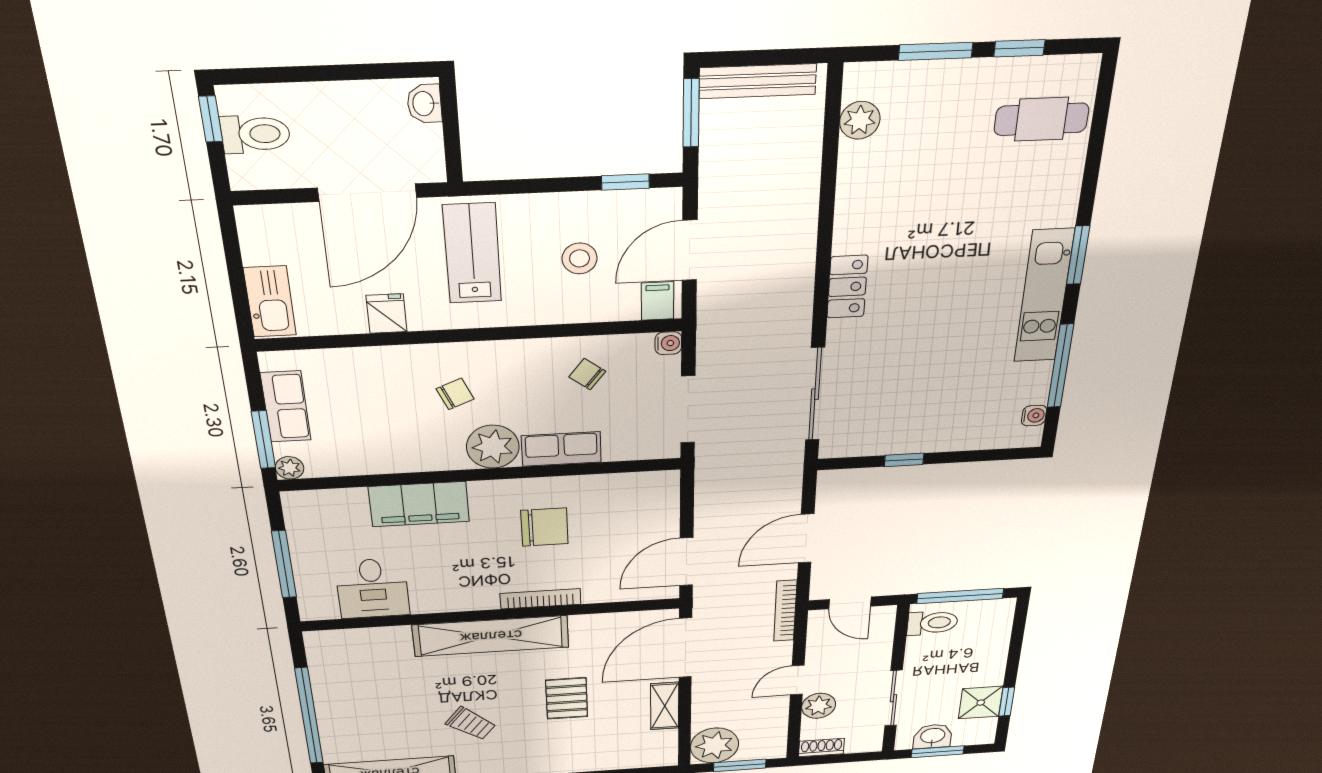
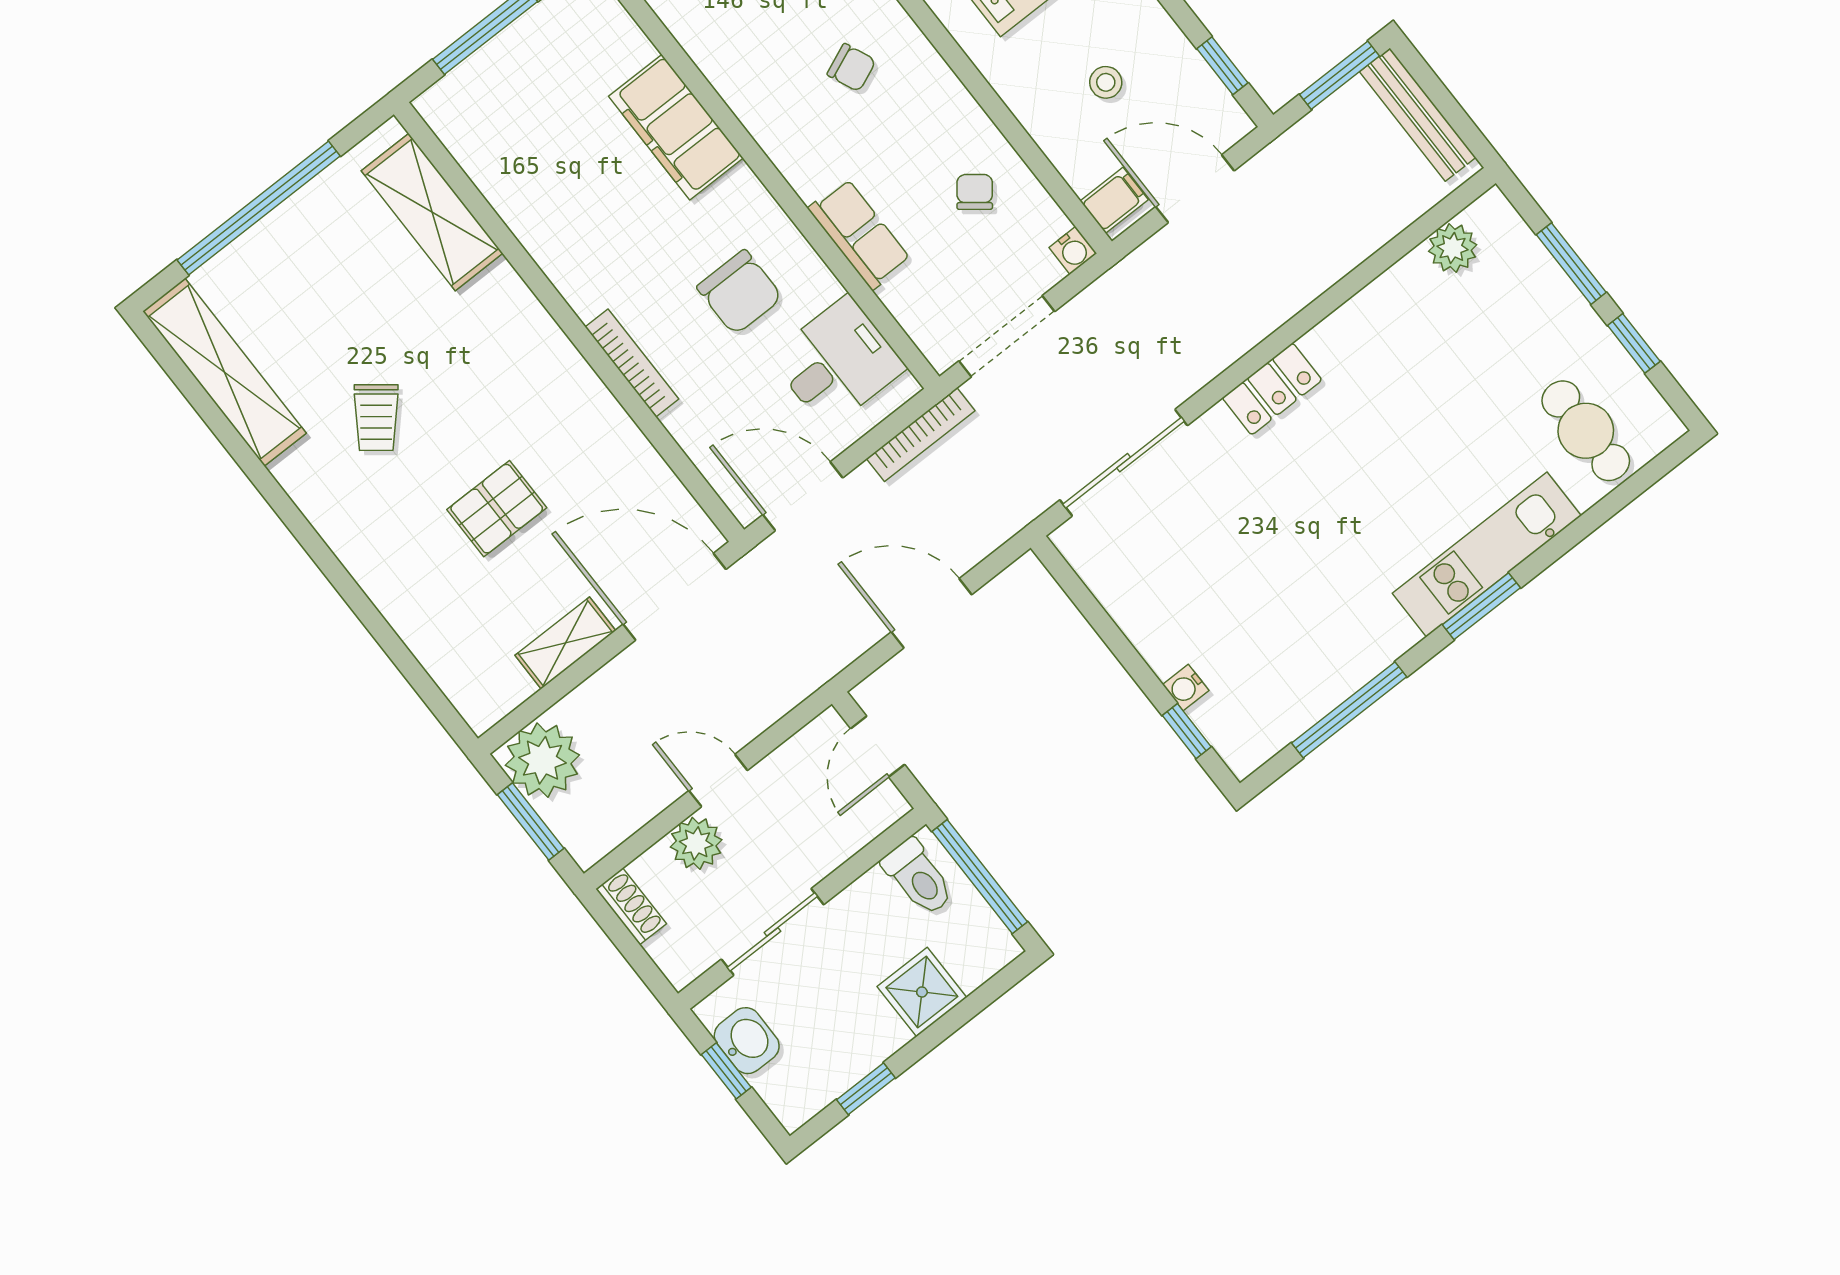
stool: (580, 258) -> (1106, 82), width x0.73, depth x0.73
kitchen unit: (1044, 296) -> (1487, 555), moved
water cooler: (1034, 415) -> (1186, 687), moved, turned 90
plant: (493, 447) -> (810, 156), removed
window: (904, 460) -> (1187, 731), moved
desk: (372, 588) -> (837, 362), moved, turned 180
bookcase: (785, 611) -> (921, 435), moved, turned 180
shelving: (491, 636) -> (432, 212), moved, width x0.68
shower: (981, 703) -> (922, 992), moved
window: (938, 752) -> (726, 1071), width x0.67

